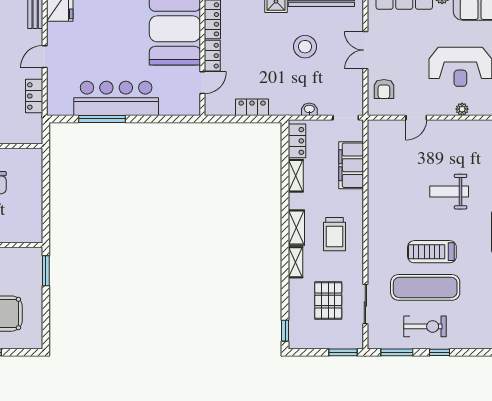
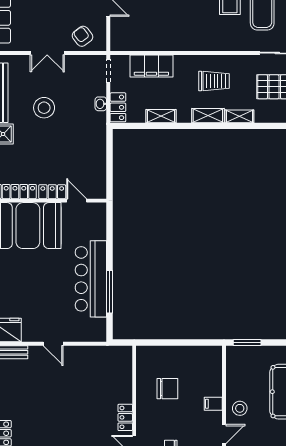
armchair: (384, 89) -> (82, 36), turned -127
locker: (34, 96) -> (89, 353), removed
locker: (252, 107) -> (99, 156), removed
locker: (297, 141) -> (118, 107), moved, turned 90

